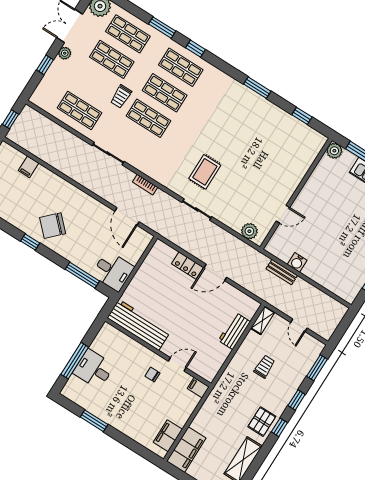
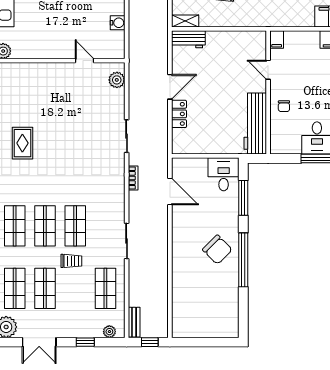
plant: (65, 53) -> (109, 332), moved
filing cabinet: (28, 167) -> (181, 302), removed
rug: (205, 172) -> (22, 143), moved, turned 90
bookcase: (145, 185) -> (133, 178), moved
door: (127, 217) -> (170, 191), hinge flipped
window: (30, 242) -> (243, 260), width x3.17
door: (215, 272) -> (170, 87), hinge flipped
bench: (282, 272) -> (134, 322), moved
workbench: (234, 331) -> (188, 39), moved
chair: (152, 375) -> (284, 106), moved

